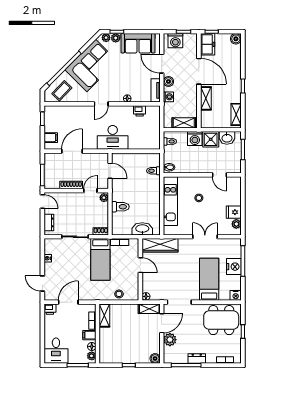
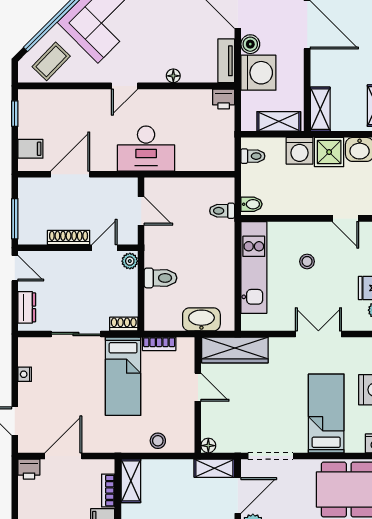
washing machine: (168, 97) -> (258, 73), width x1.89, depth x1.89
shelving: (206, 98) -> (320, 109), moved
printer: (140, 111) -> (224, 99), moved

